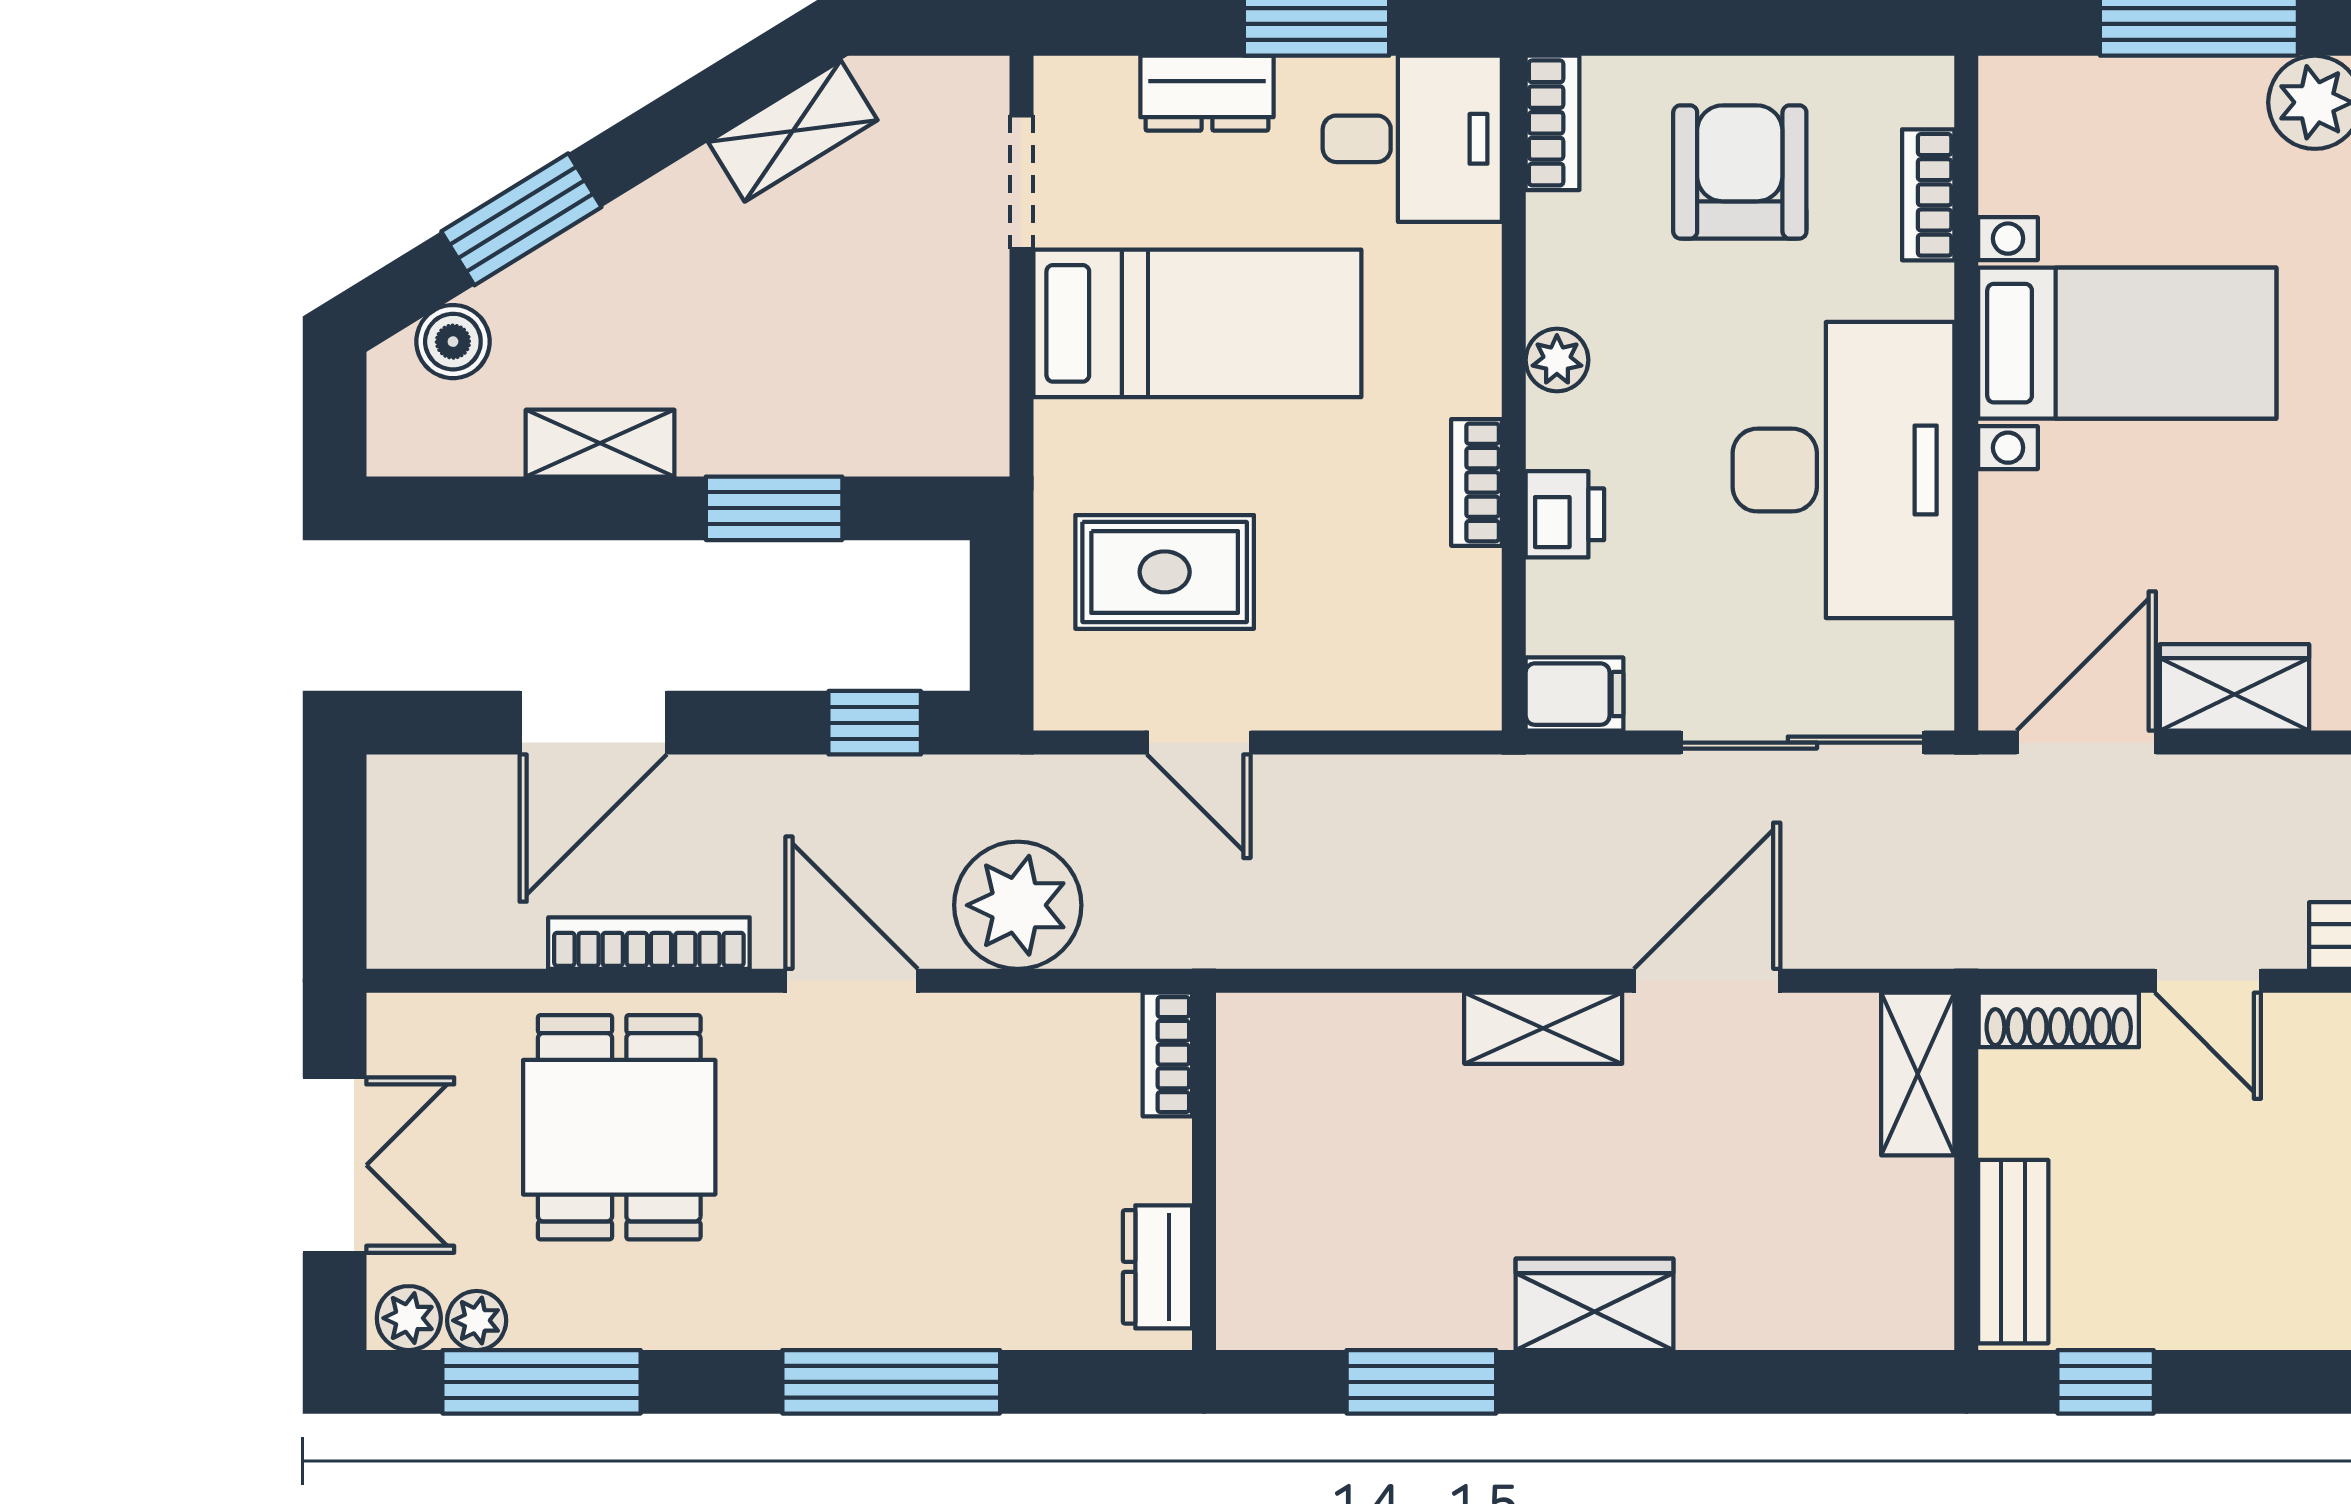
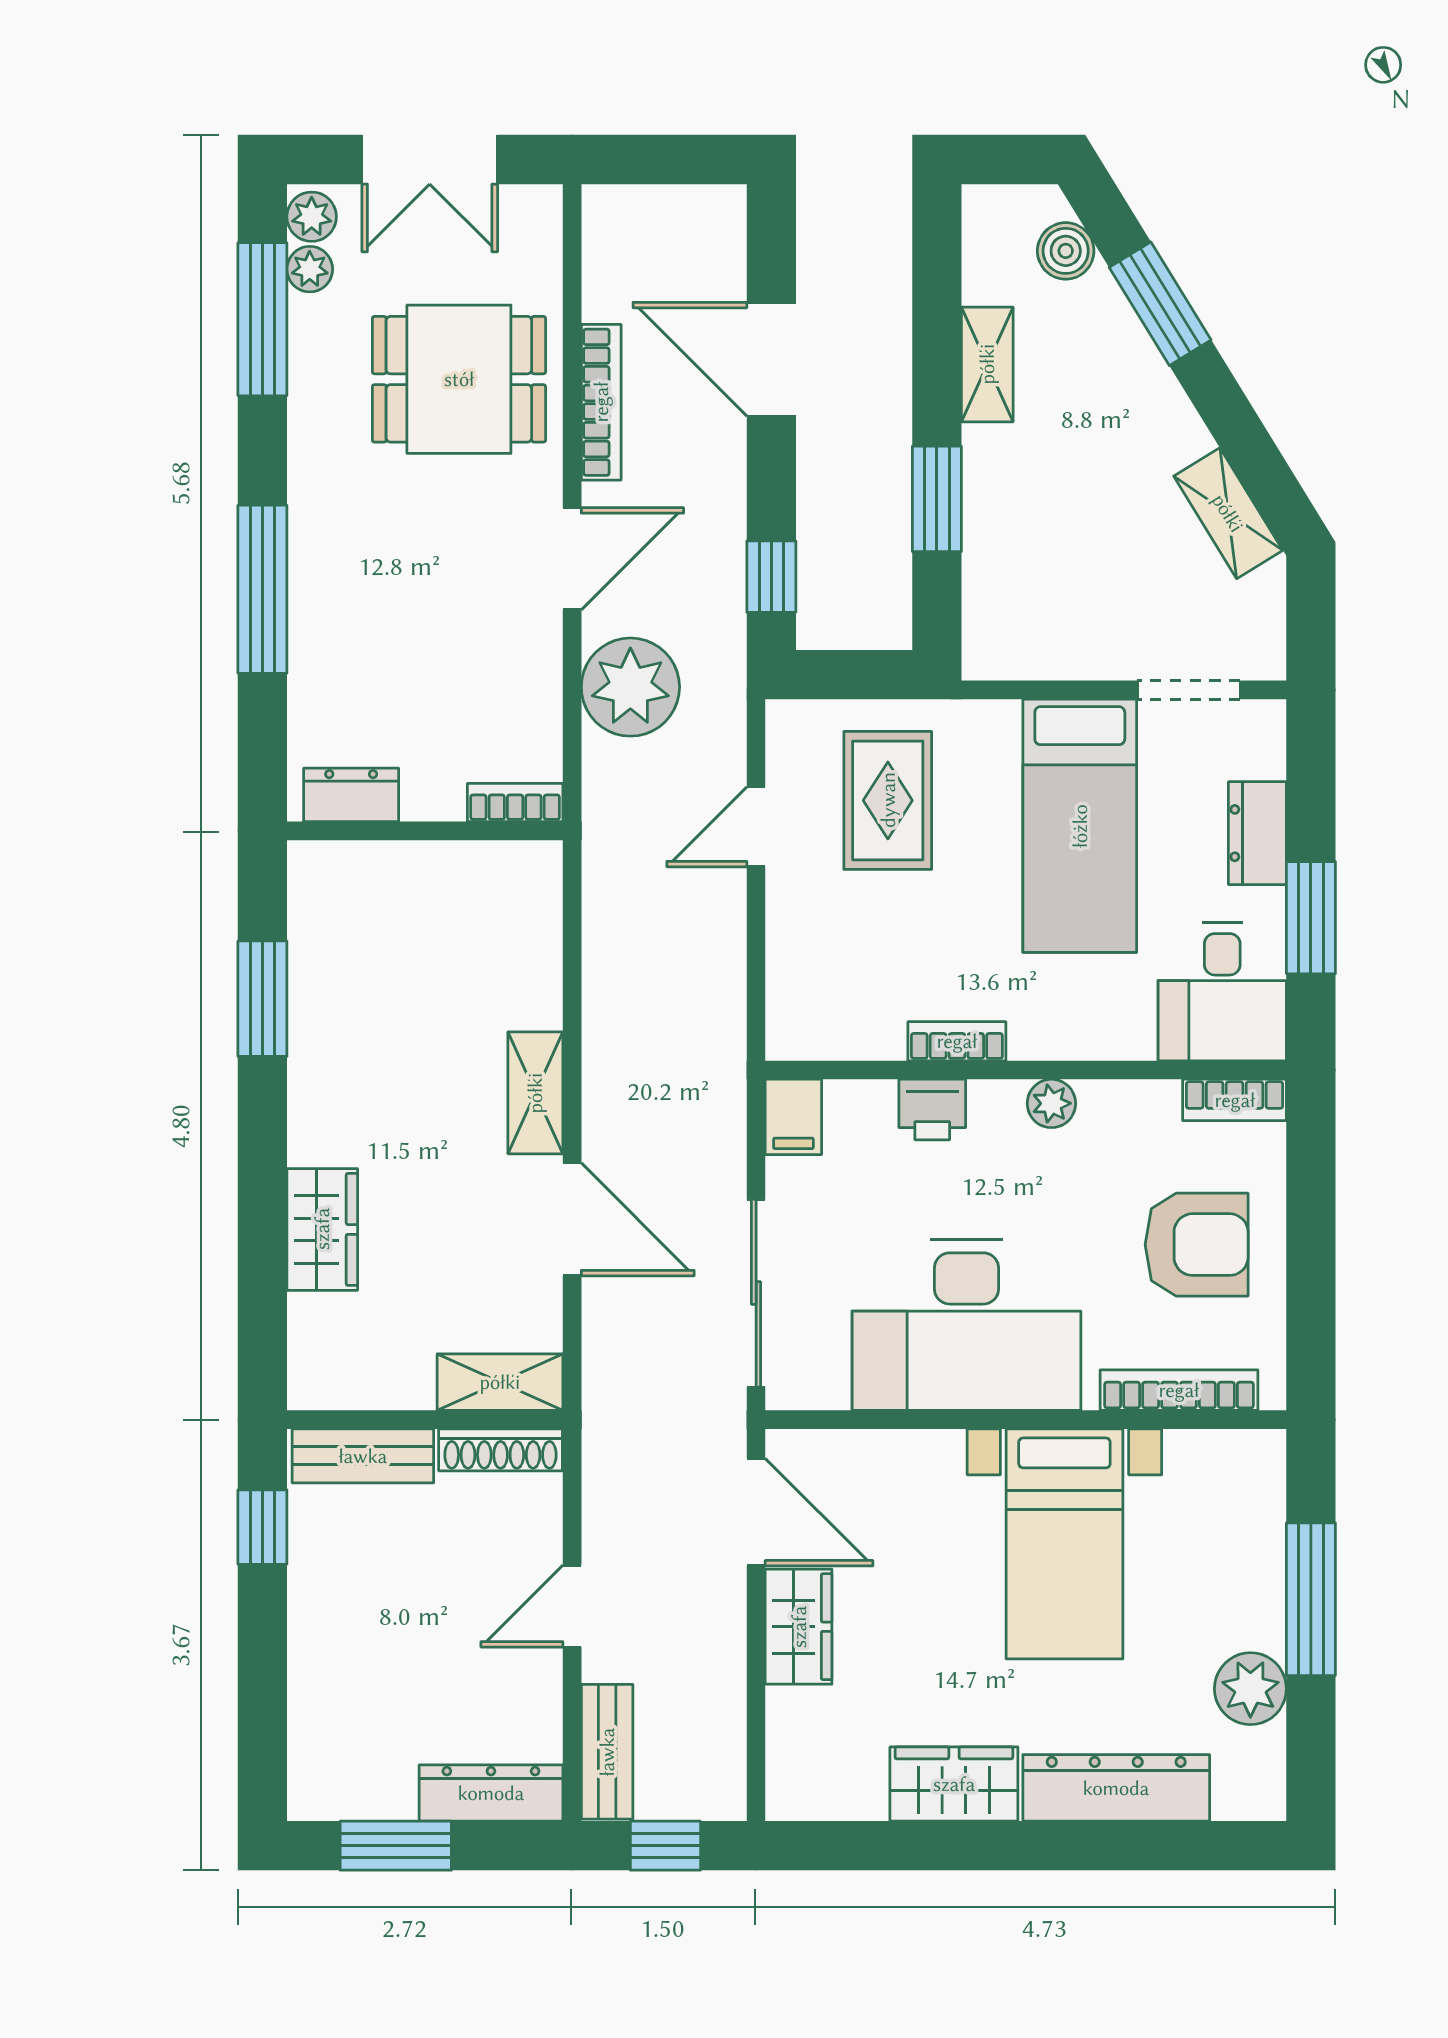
bookcase: (1928, 195) -> (1179, 1390), width x1.56
shoe rack: (2059, 1020) -> (501, 1450), moved, turned -90
wardrobe: (1594, 1304) -> (322, 1229), moved

